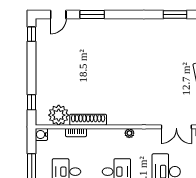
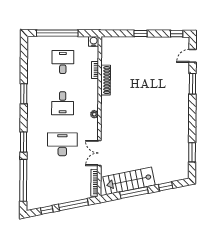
door: (58, 15) -> (193, 56), hinge flipped
window: (32, 102) -> (141, 33), moved
plant: (59, 115) -> (110, 56), removed

